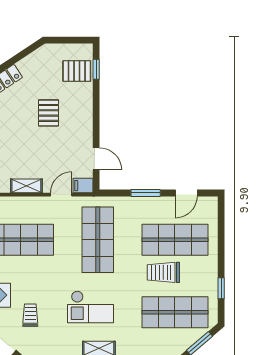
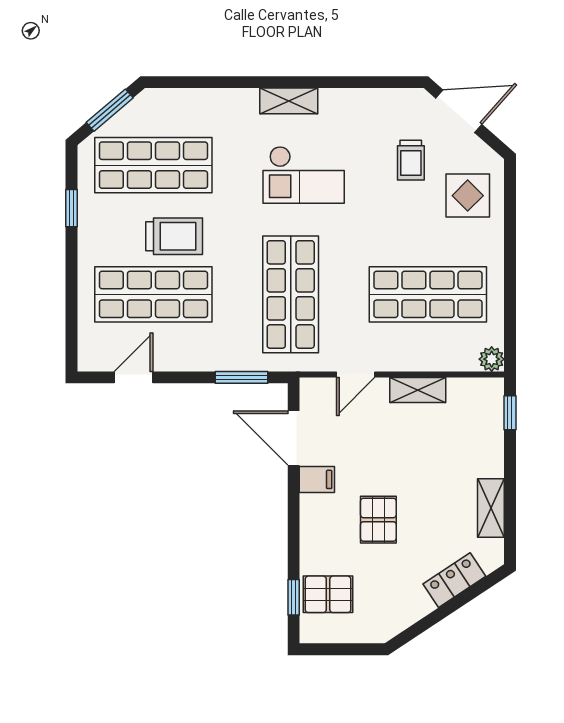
door: (96, 159) -> (294, 438), width x1.38
filing cabinet: (83, 186) -> (317, 479), moved
window: (146, 193) -> (241, 377), moved
checkout: (91, 307) -> (304, 175), turned 180

